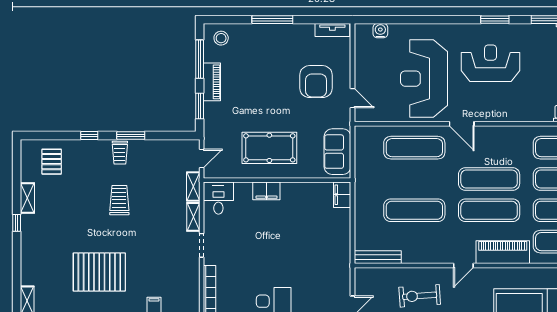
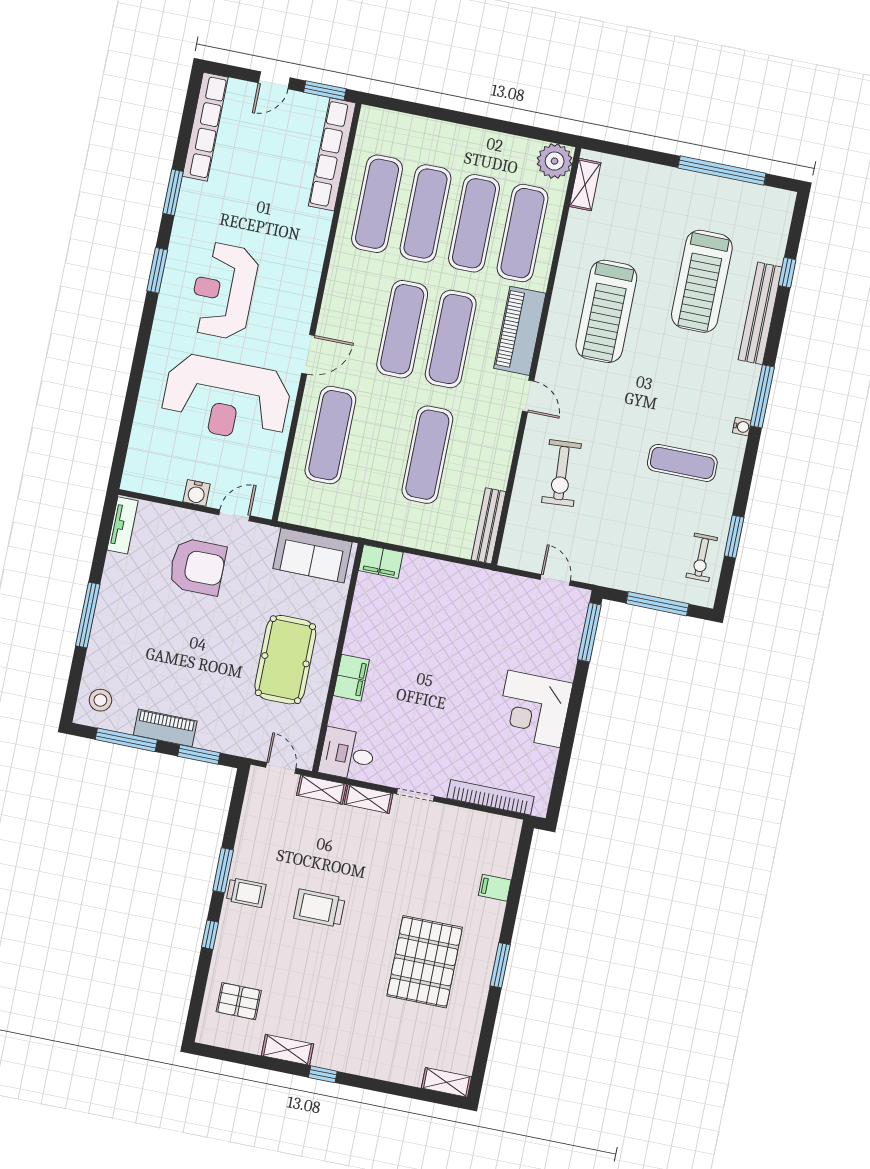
water cooler: (380, 31) -> (197, 493), moved, turned -90

